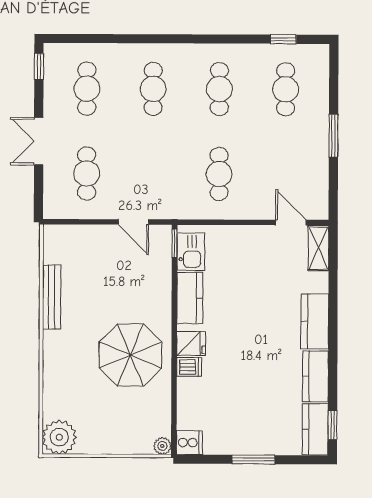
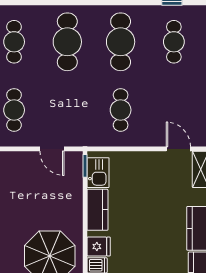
cafe table: (153, 89) -> (67, 42), width x1.37, depth x1.35
cafe table: (219, 89) -> (121, 42), width x1.37, depth x1.35

